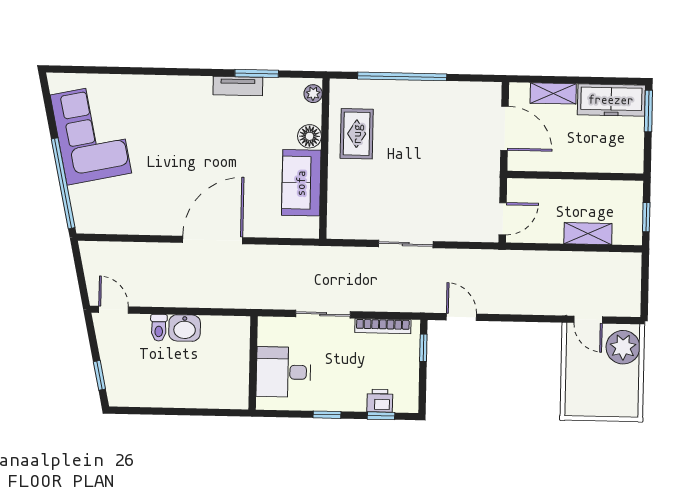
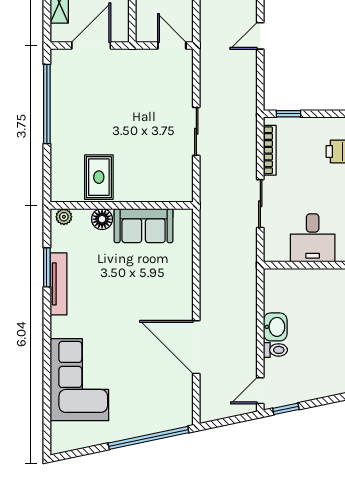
window: (402, 76) -> (47, 104), moved
tv unit: (238, 86) -> (59, 284), width x1.41
corner sofa: (91, 134) -> (79, 380), moved, turned 102
rug: (357, 134) -> (99, 177), turned 90
door: (213, 240) -> (196, 347), moved
door: (461, 317) -> (260, 36), moved
window: (99, 375) -> (286, 409), moved

